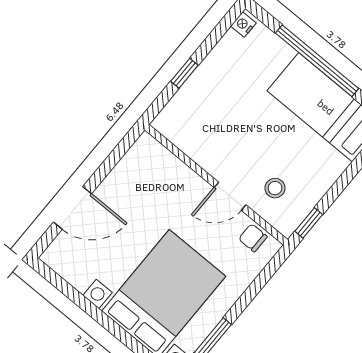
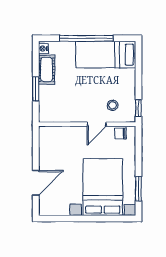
cot: (223, 58) -> (47, 70), added
window: (184, 73) -> (36, 89), width x1.50

